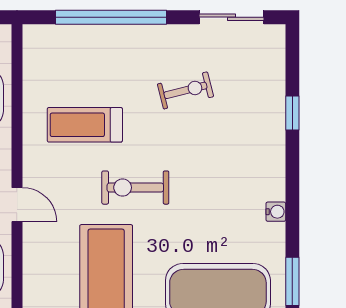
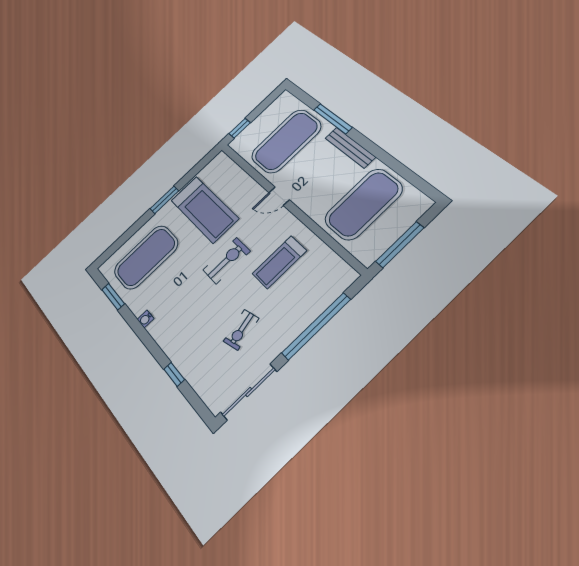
sliding door: (231, 17) -> (249, 392), width x1.37
treadmill: (85, 125) -> (279, 262), turned 180

